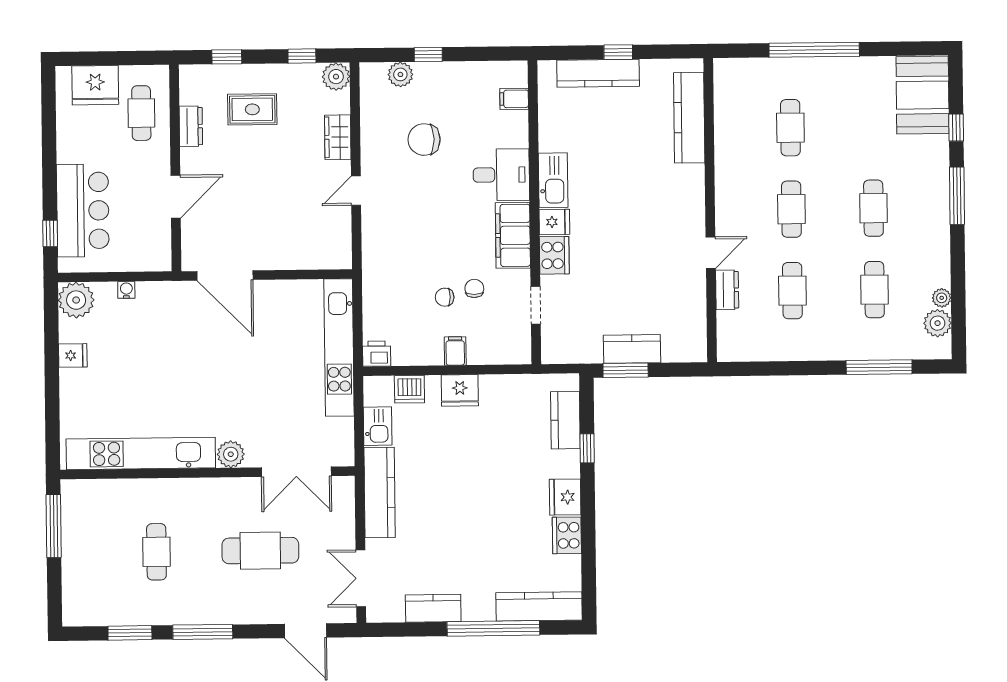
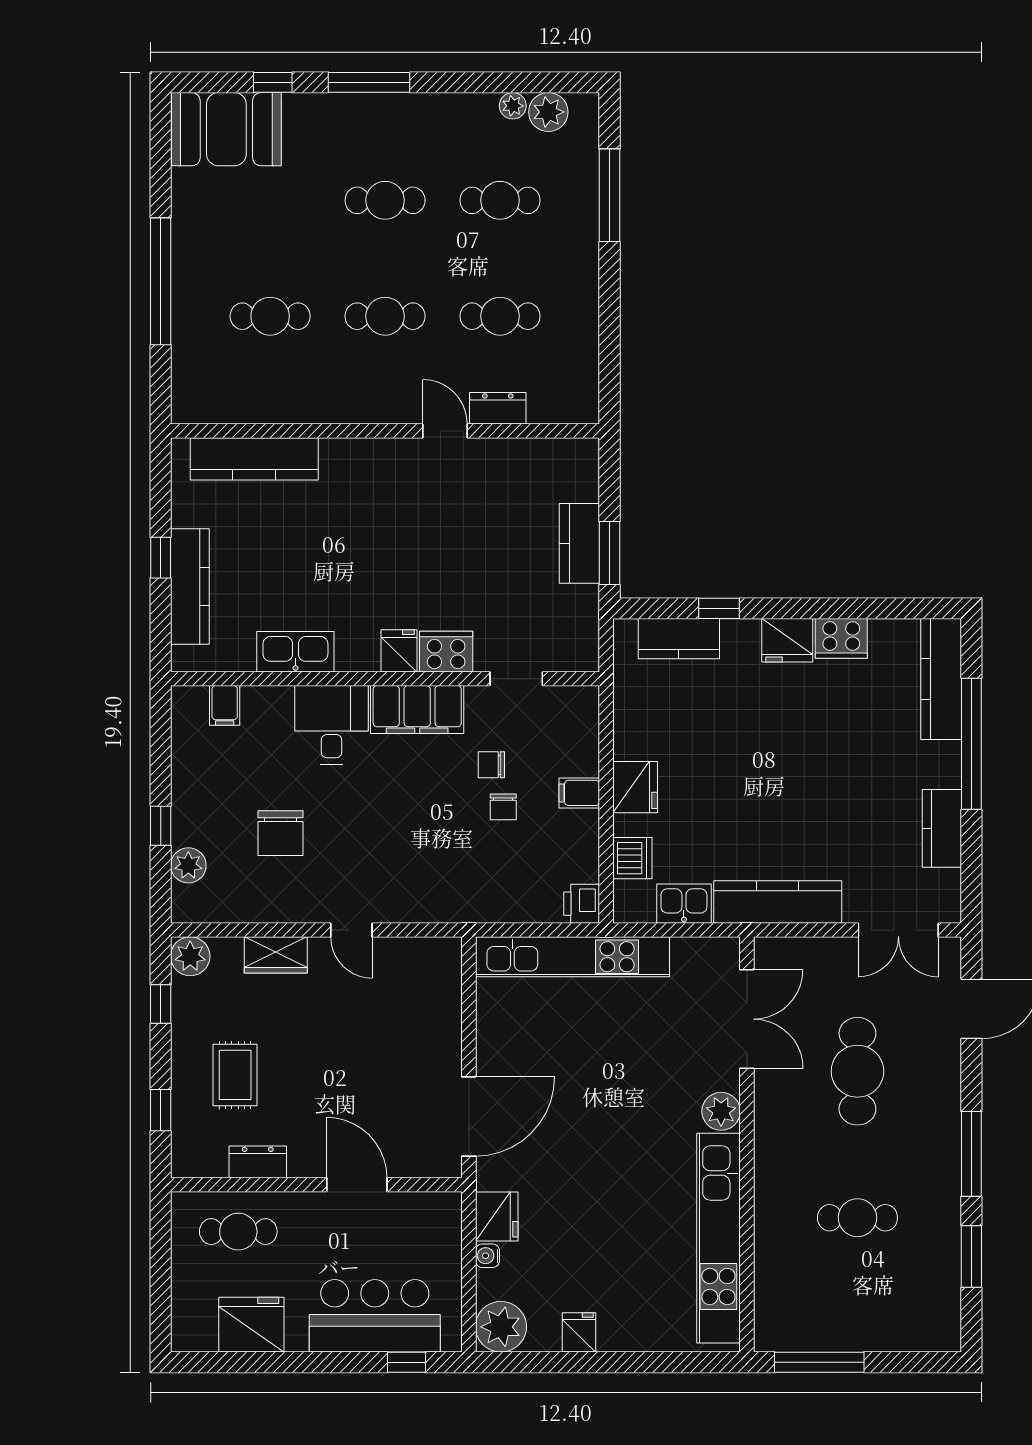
fridge: (95, 85) -> (251, 1325), moved, turned -90
kitchen sink: (553, 180) -> (295, 652), moved
fridge: (154, 296) -> (497, 1216), added

